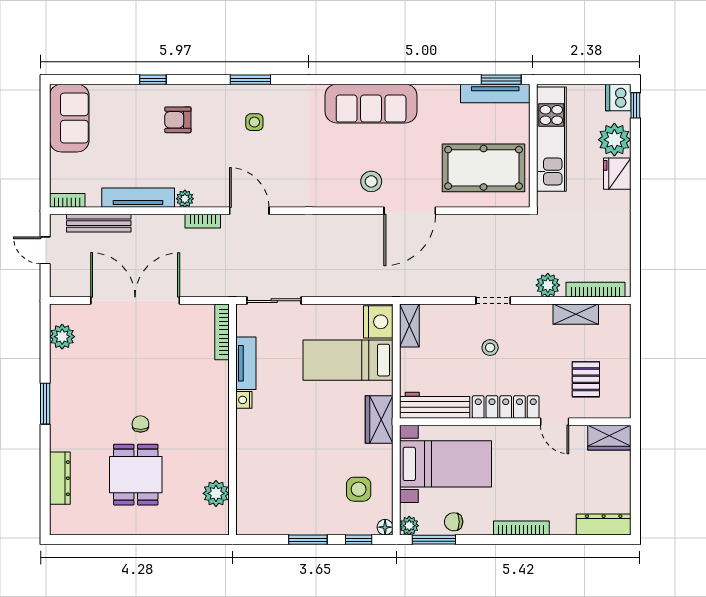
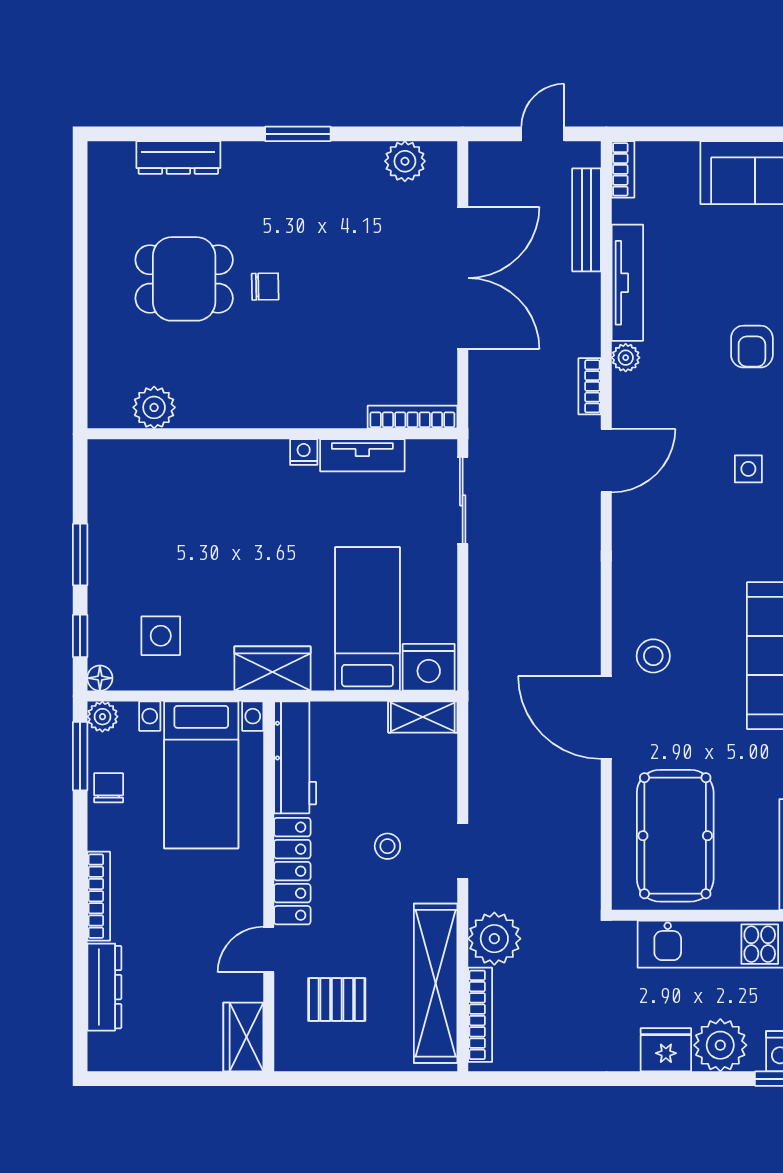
armchair: (178, 120) -> (752, 347), turned 180
plant: (548, 285) -> (494, 939), width x1.36, depth x1.36
shelving: (576, 314) -> (436, 983), width x2.20, depth x1.33
dresser: (604, 524) -> (104, 987), moved

